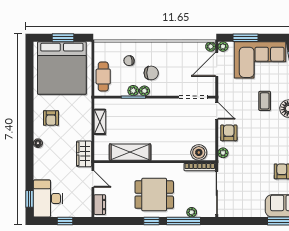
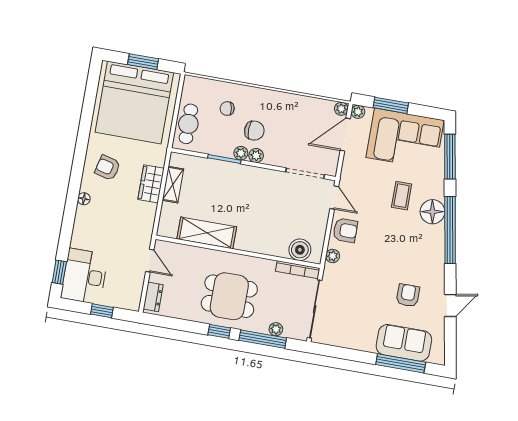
plant: (133, 91) -> (256, 156), moved
armchair: (51, 118) -> (108, 168), turned 104
armchair: (229, 133) -> (345, 230), turned 90
wardrobe: (84, 154) -> (151, 184), moved

